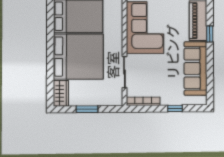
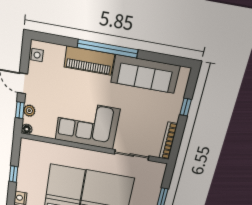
window: (210, 34) -> (107, 49), width x3.17

